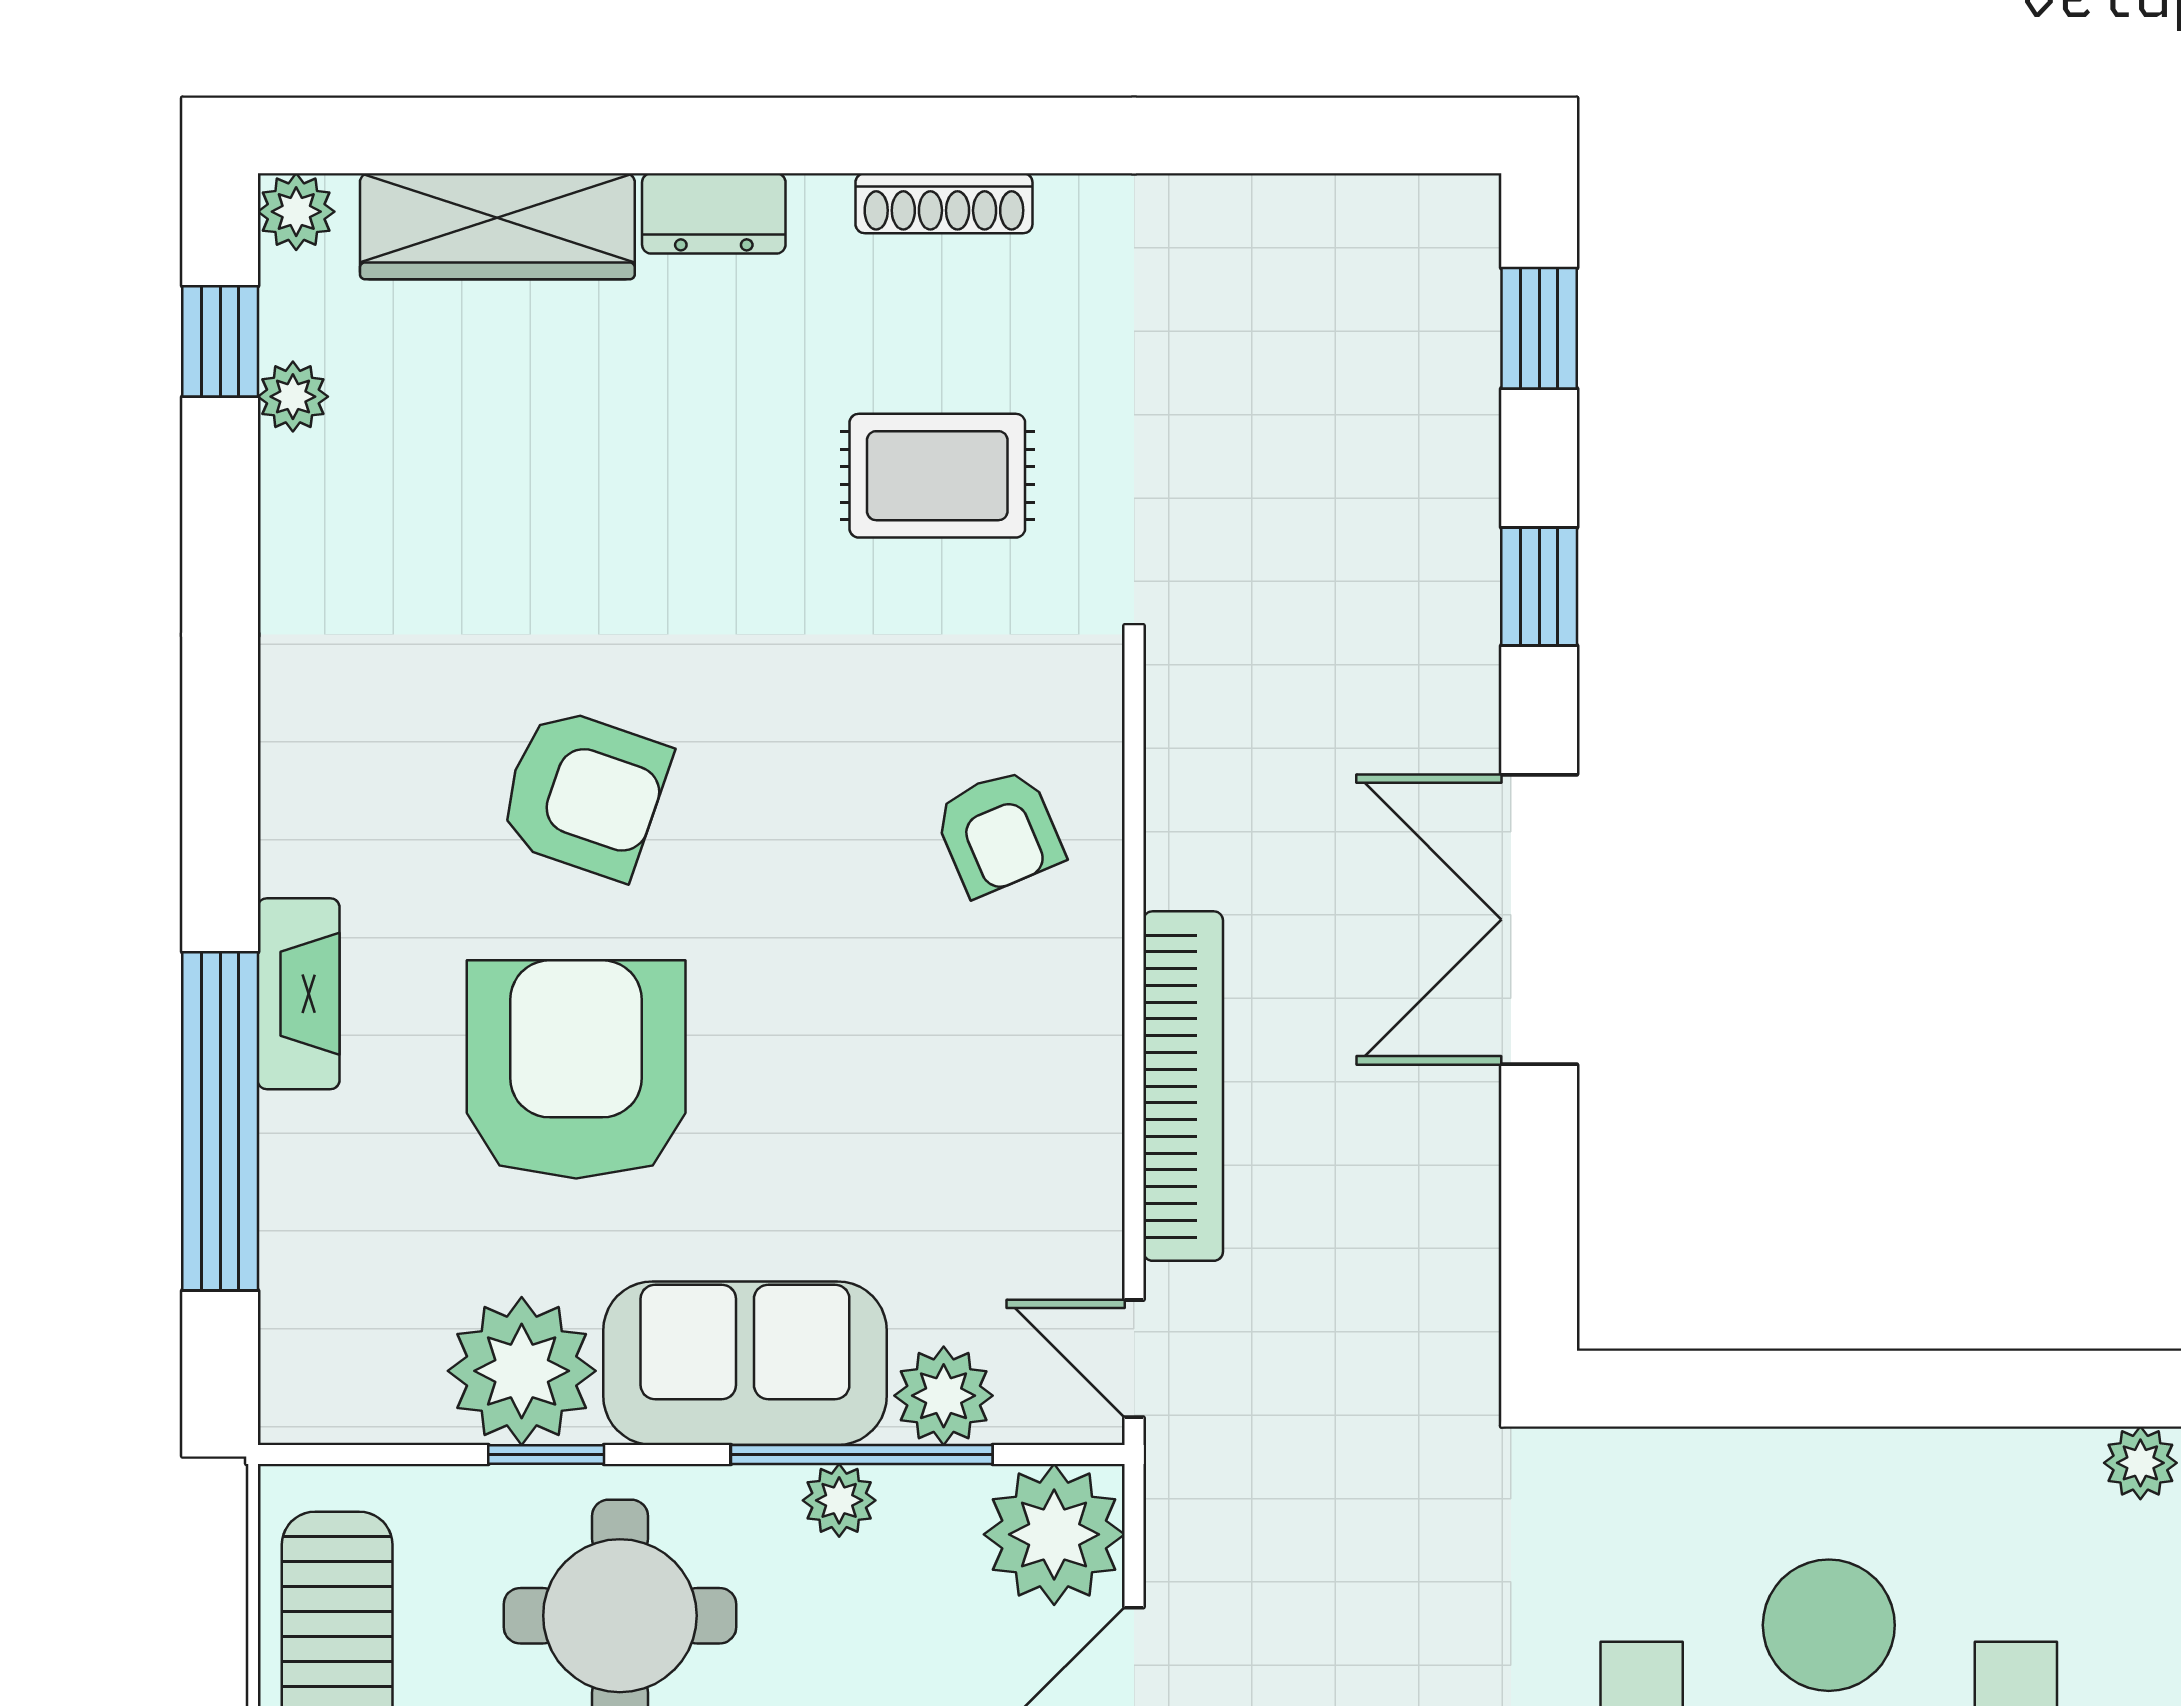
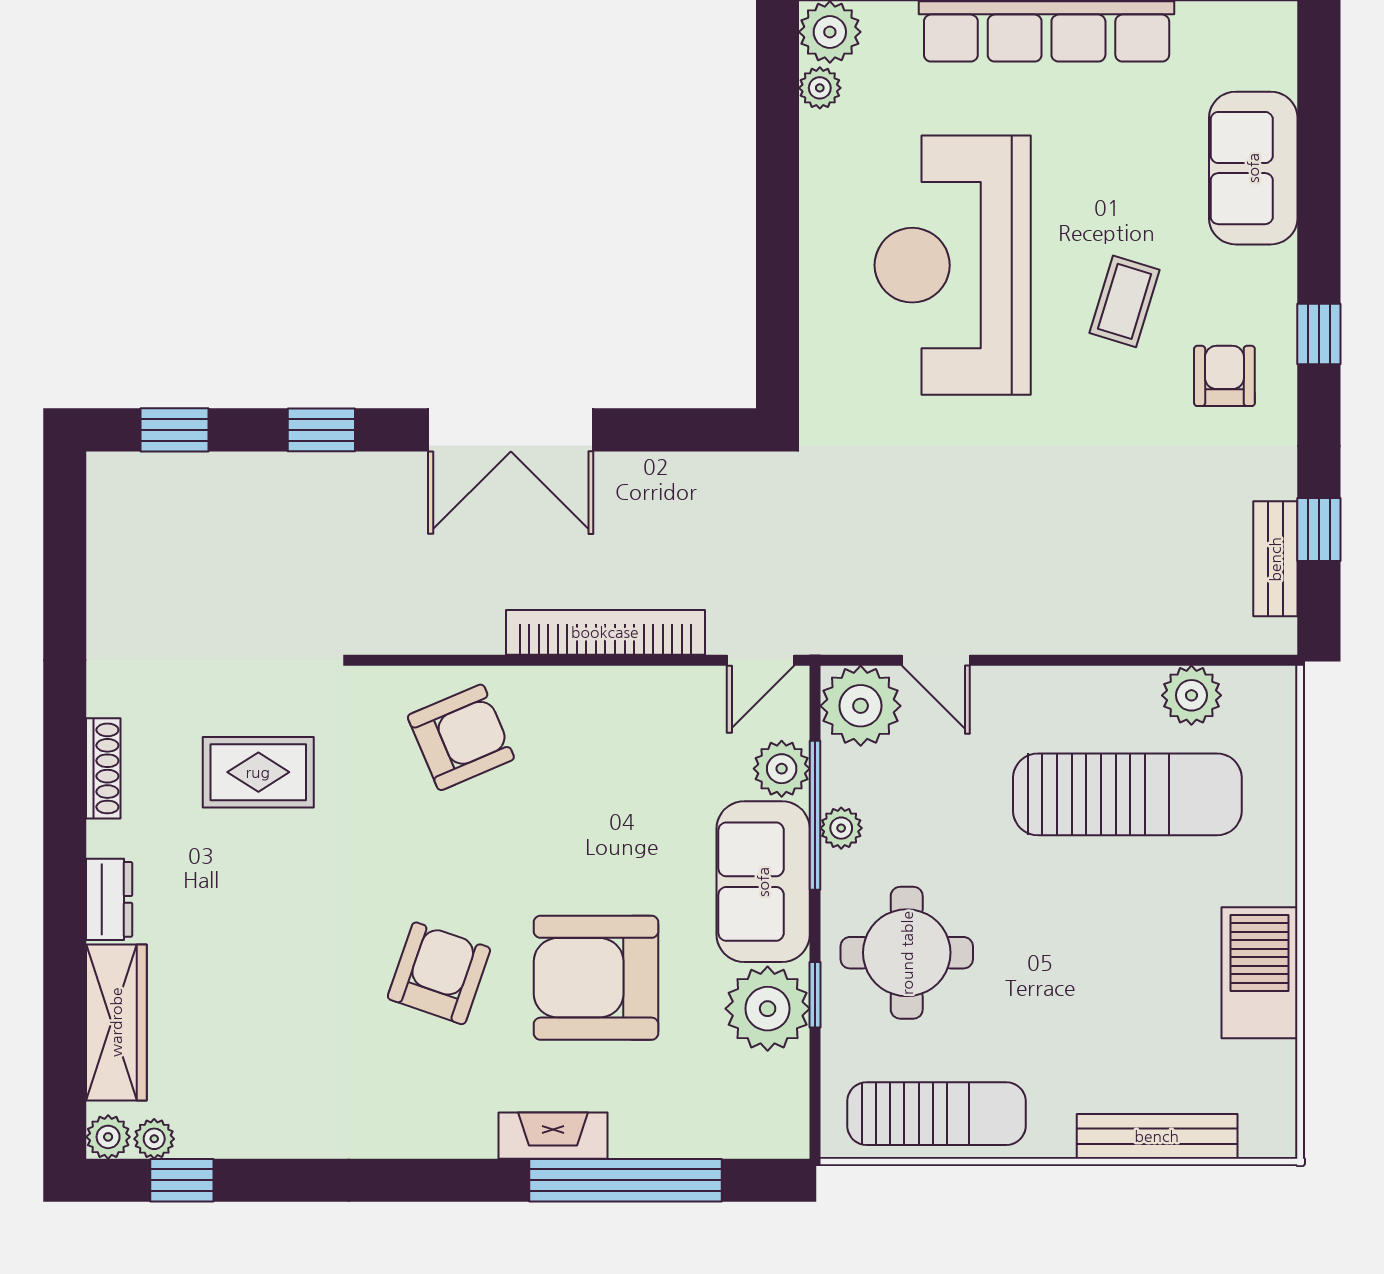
plant: (293, 397) -> (154, 1139), moved
rug: (937, 476) -> (258, 772), turned 90
armchair: (999, 832) -> (461, 737), width x1.38, depth x1.38

